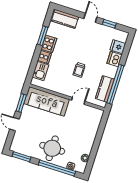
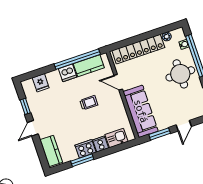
dishwasher: (114, 59) -> (68, 73), moved
locker: (91, 132) -> (138, 49), added

